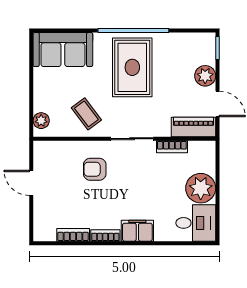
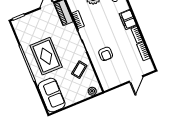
rug: (132, 67) -> (46, 56), turned 90
plant: (205, 76) -> (35, 17), removed
door: (31, 183) -> (136, 79), moved

